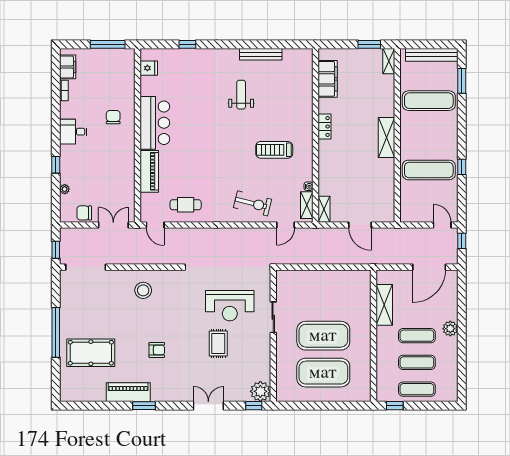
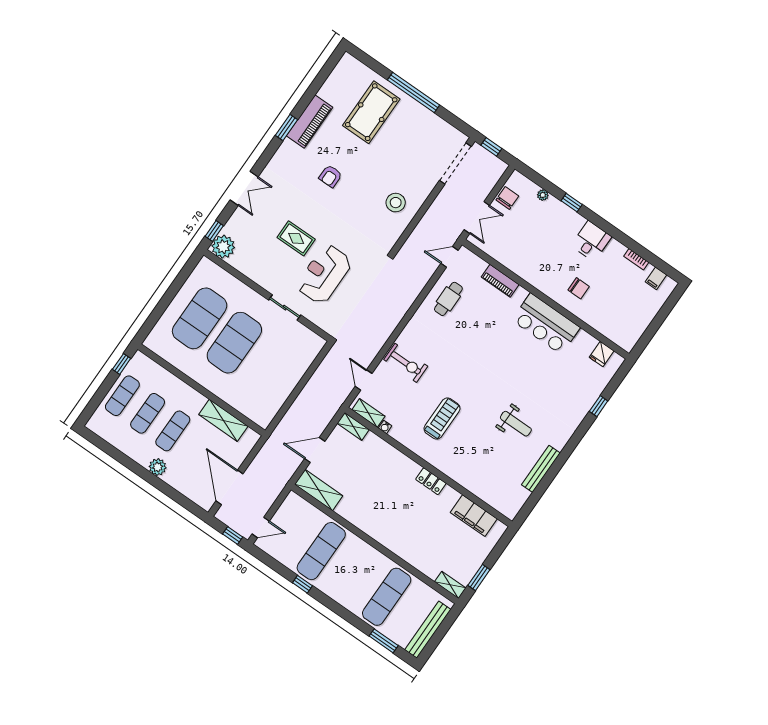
window: (108, 44) -> (651, 331), removed
filing cabinet: (68, 67) -> (656, 278), width x0.50
shelving: (386, 137) -> (319, 490), moved
piano: (149, 171) -> (500, 281), width x0.73, depth x0.75
exercise bike: (252, 203) -> (406, 363), turned -104

